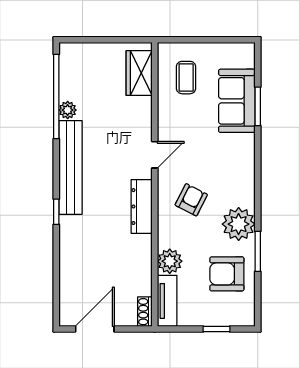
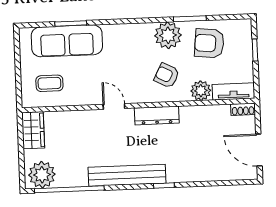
wardrobe: (139, 73) -> (33, 130), moved, turned -90
sofa: (237, 101) -> (67, 41), width x1.36
plant: (68, 110) -> (42, 175), moved, width x1.88, depth x1.88
armchair: (191, 200) -> (167, 75), moved
armchair: (227, 274) -> (209, 43), turned 96

